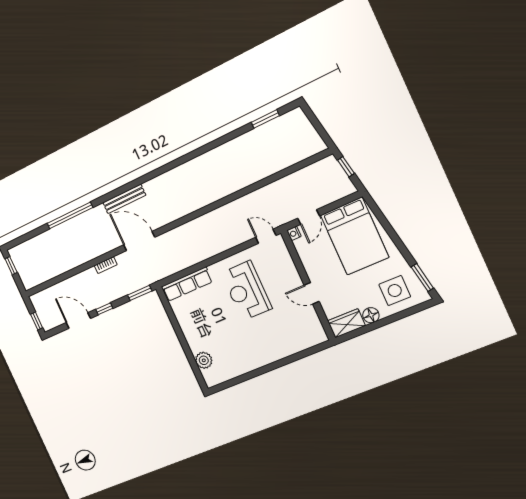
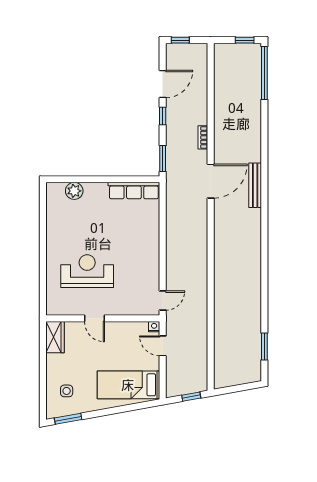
window: (70, 216) -> (264, 73), moved
bed: (355, 236) -> (128, 385), width x0.67
row of seats: (187, 284) -> (134, 191), moved, turned -90
reception desk: (246, 291) -> (87, 271), moved
side table: (395, 291) -> (67, 391), width x0.54, depth x0.54
door: (312, 293) -> (94, 318), swing flipped
floor lamp: (371, 315) -> (53, 361), removed

